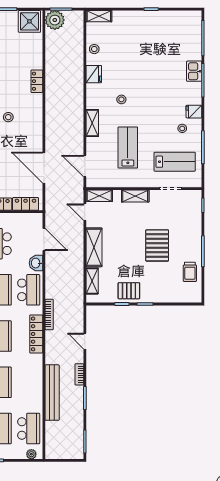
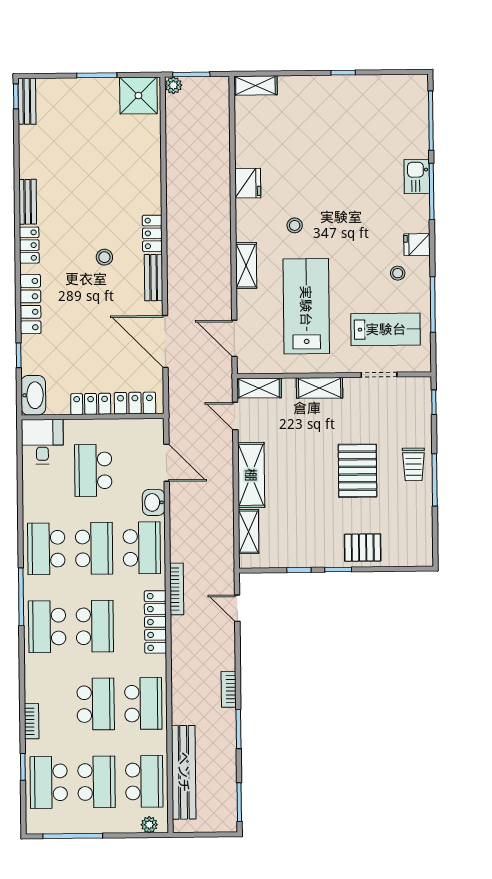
plant: (55, 20) -> (173, 85), width x0.53, depth x0.53
stool: (94, 49) -> (248, 141), removed
locker: (37, 81) -> (152, 233), moved
bench: (37, 130) -> (154, 278), added
lab bench: (128, 148) -> (306, 306), width x1.36, depth x1.39
trolley: (190, 272) -> (413, 464), moved
pallet: (129, 291) -> (363, 548), moved
door: (85, 341) -> (237, 608), moved
school desk: (29, 382) -> (143, 704), added
bench: (52, 393) -> (184, 772), moved

